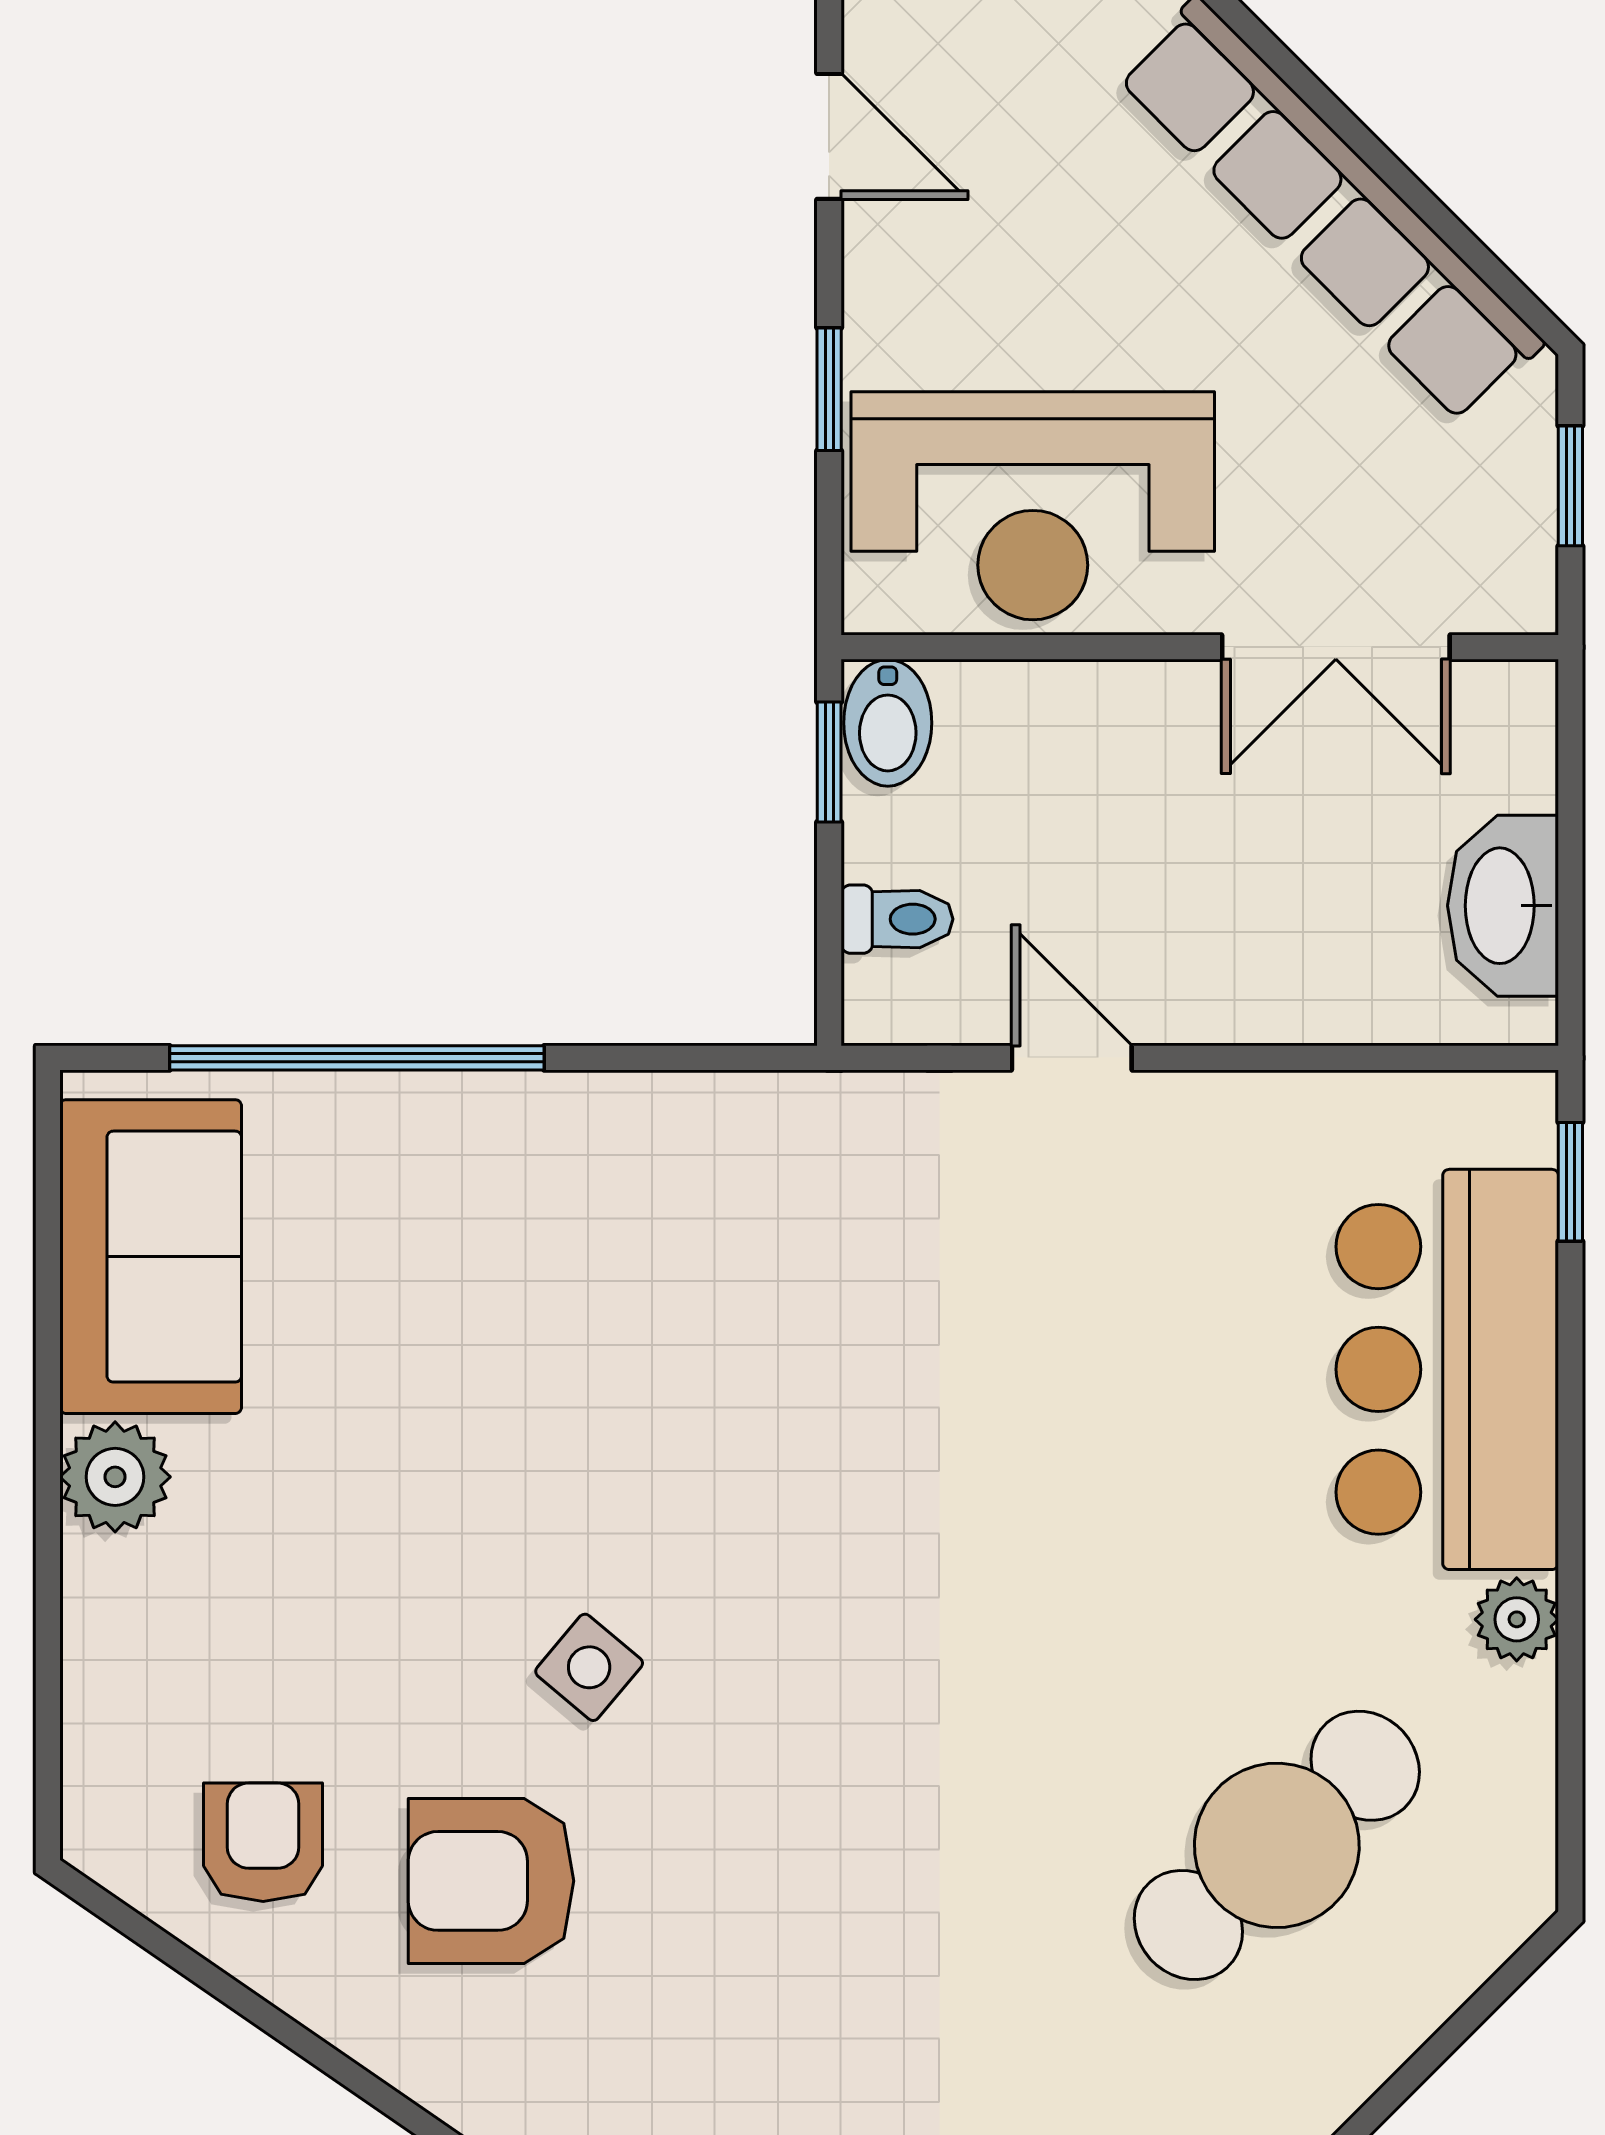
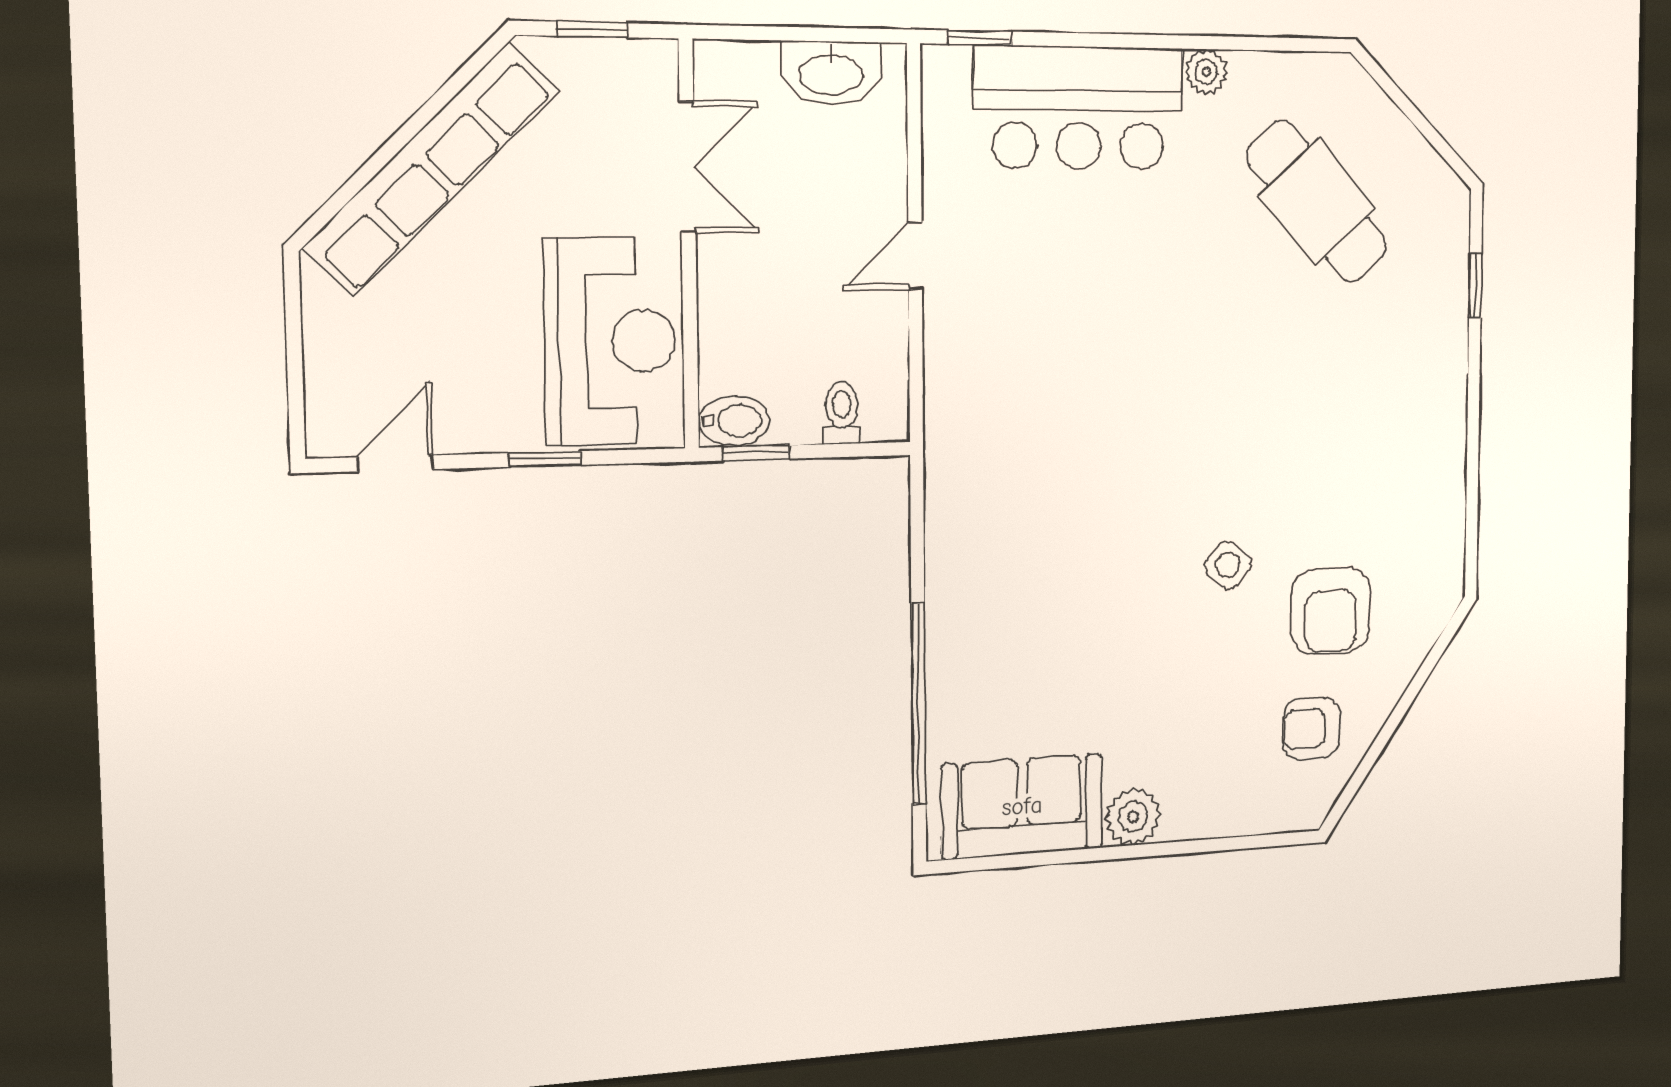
door: (1072, 1058) -> (915, 256), moved

